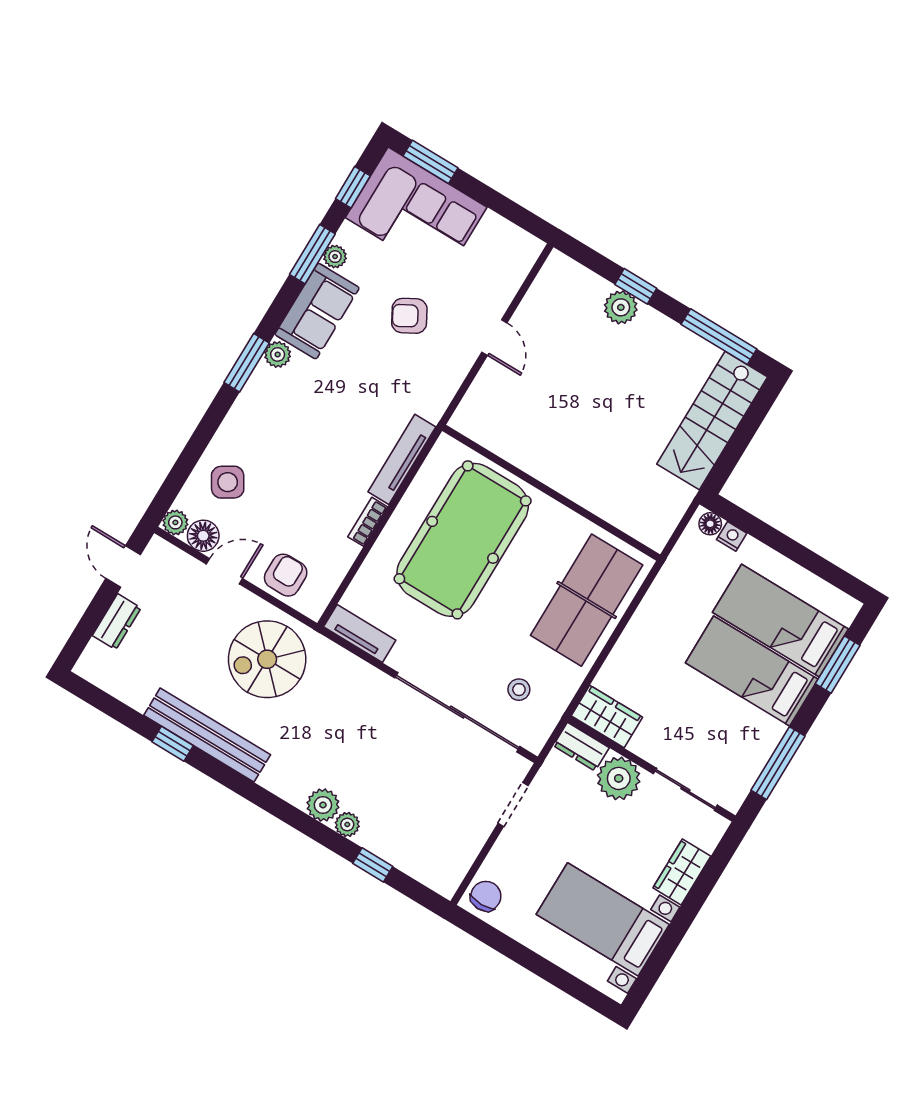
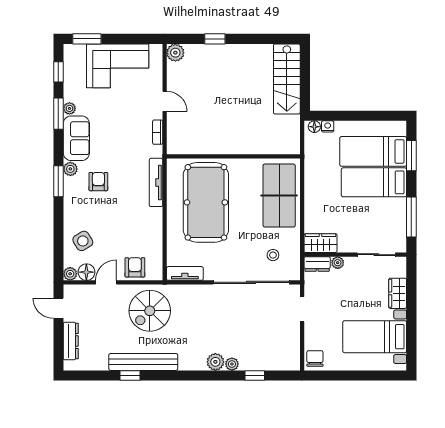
corner sofa: (416, 212) -> (118, 66), moved
plant: (621, 307) -> (175, 53), moved
armchair: (409, 316) -> (98, 182), moved, turned 119
window: (719, 337) -> (267, 39), removed
bookcase: (368, 522) -> (158, 132), moved
dresser: (117, 622) -> (71, 341), width x1.44
plant: (619, 778) -> (338, 263), width x0.53, depth x0.53

